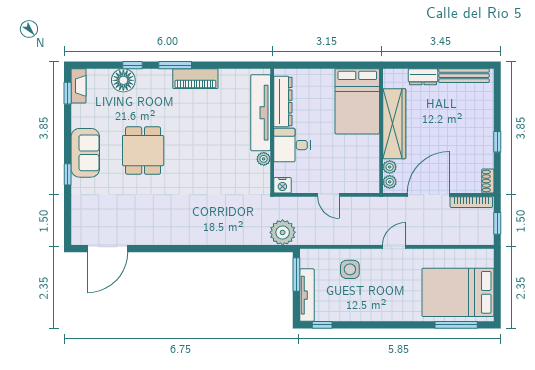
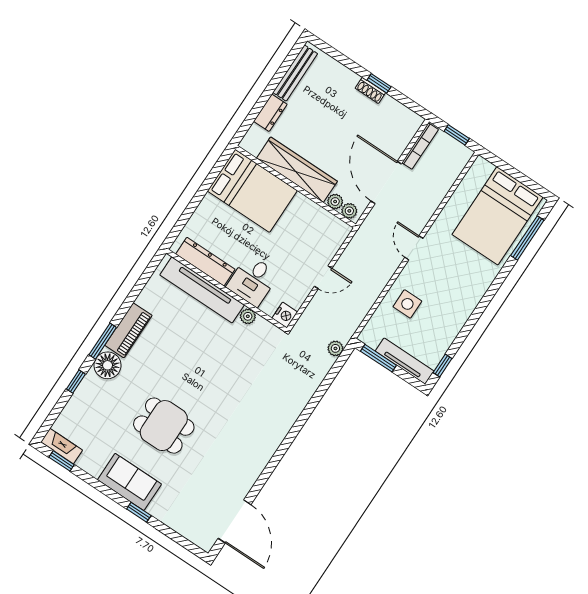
floor lamp: (123, 80) -> (108, 365), moved
shoe rack: (488, 181) -> (370, 90), moved
plant: (283, 232) -> (335, 348), width x0.53, depth x0.53

